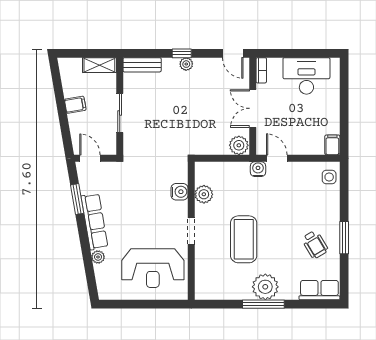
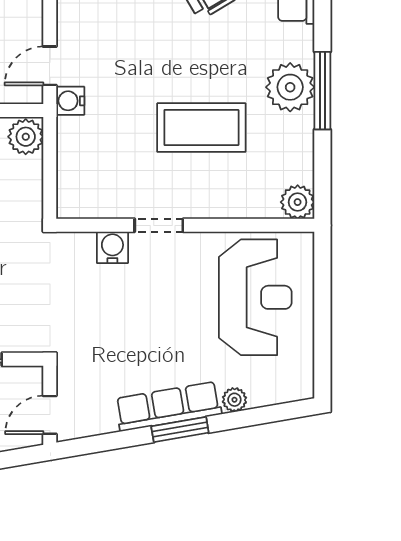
plant: (204, 194) -> (298, 202), moved
window: (77, 199) -> (180, 429), moved
doorway: (191, 231) -> (159, 225), moved

